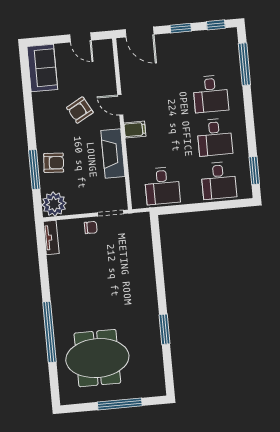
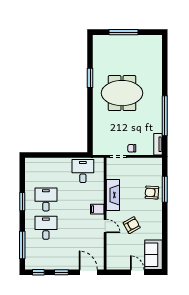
door: (80, 37) -> (137, 272), moved
window: (254, 170) -> (22, 202), moved
desk: (219, 181) -> (46, 171), removed
plant: (54, 204) -> (154, 166), removed
window: (49, 332) -> (165, 116), moved
meeting table: (97, 358) -> (122, 93), moved

